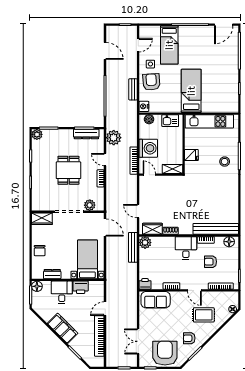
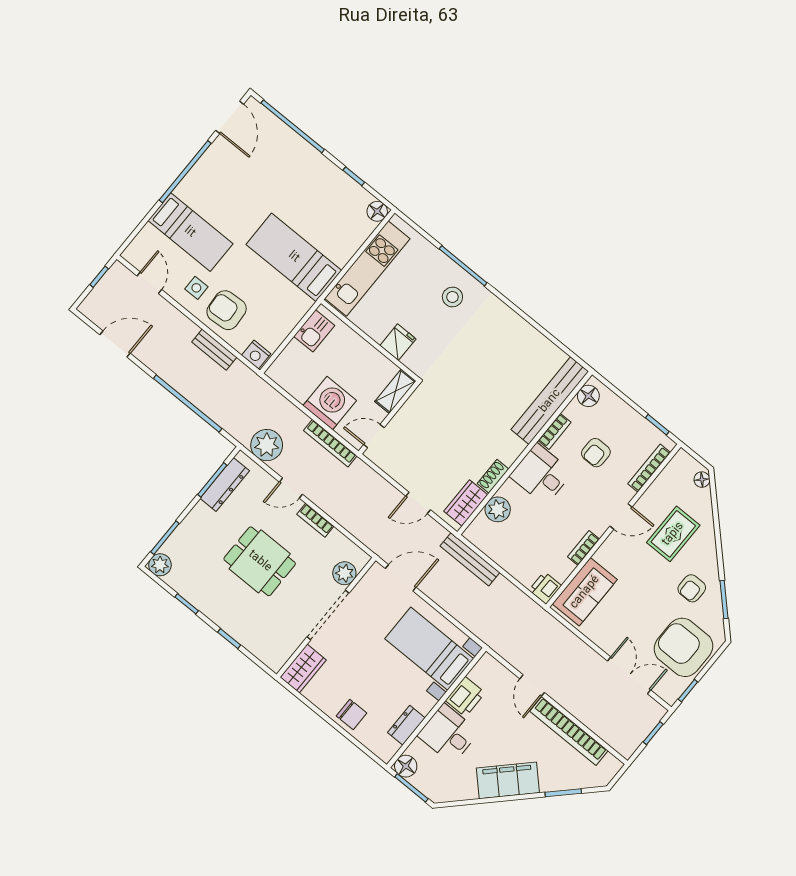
floor lamp: (234, 108) -> (377, 211), added
boiler: (149, 119) -> (284, 363), removed
plant: (145, 243) -> (498, 509), moved
double door: (138, 341) -> (629, 675), swing flipped

